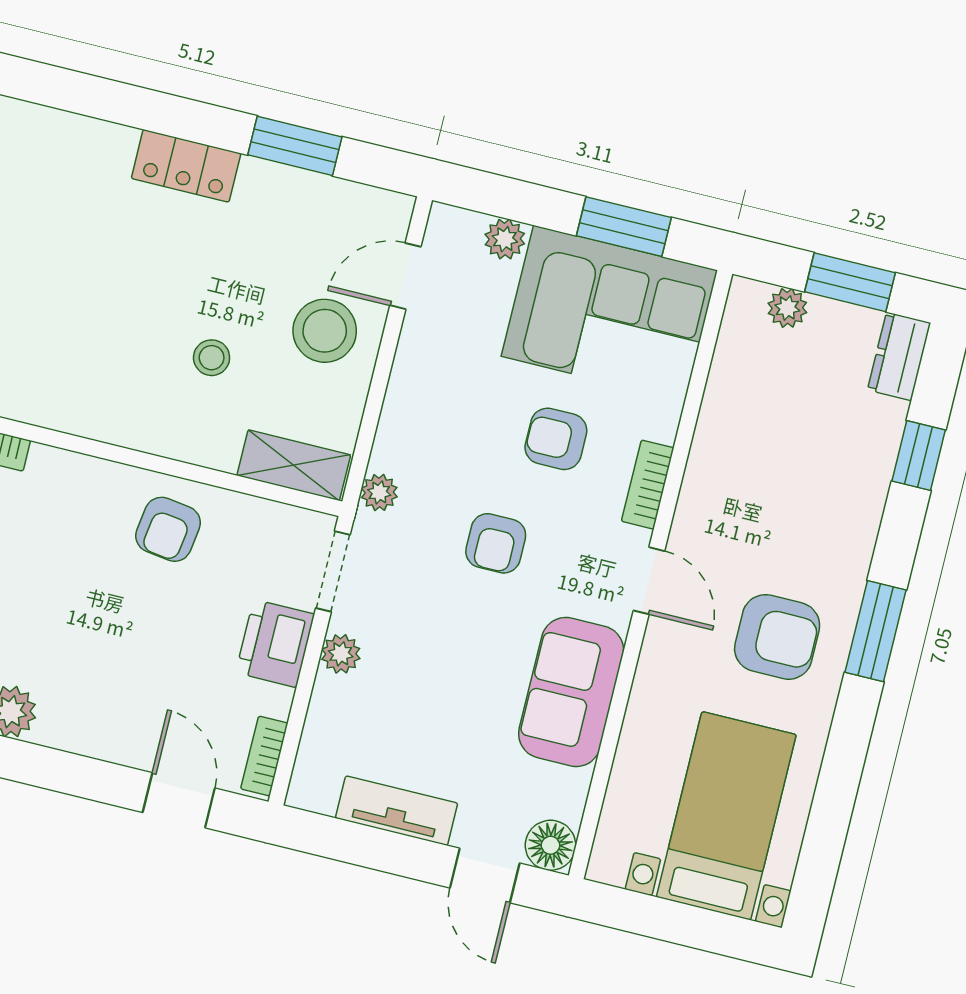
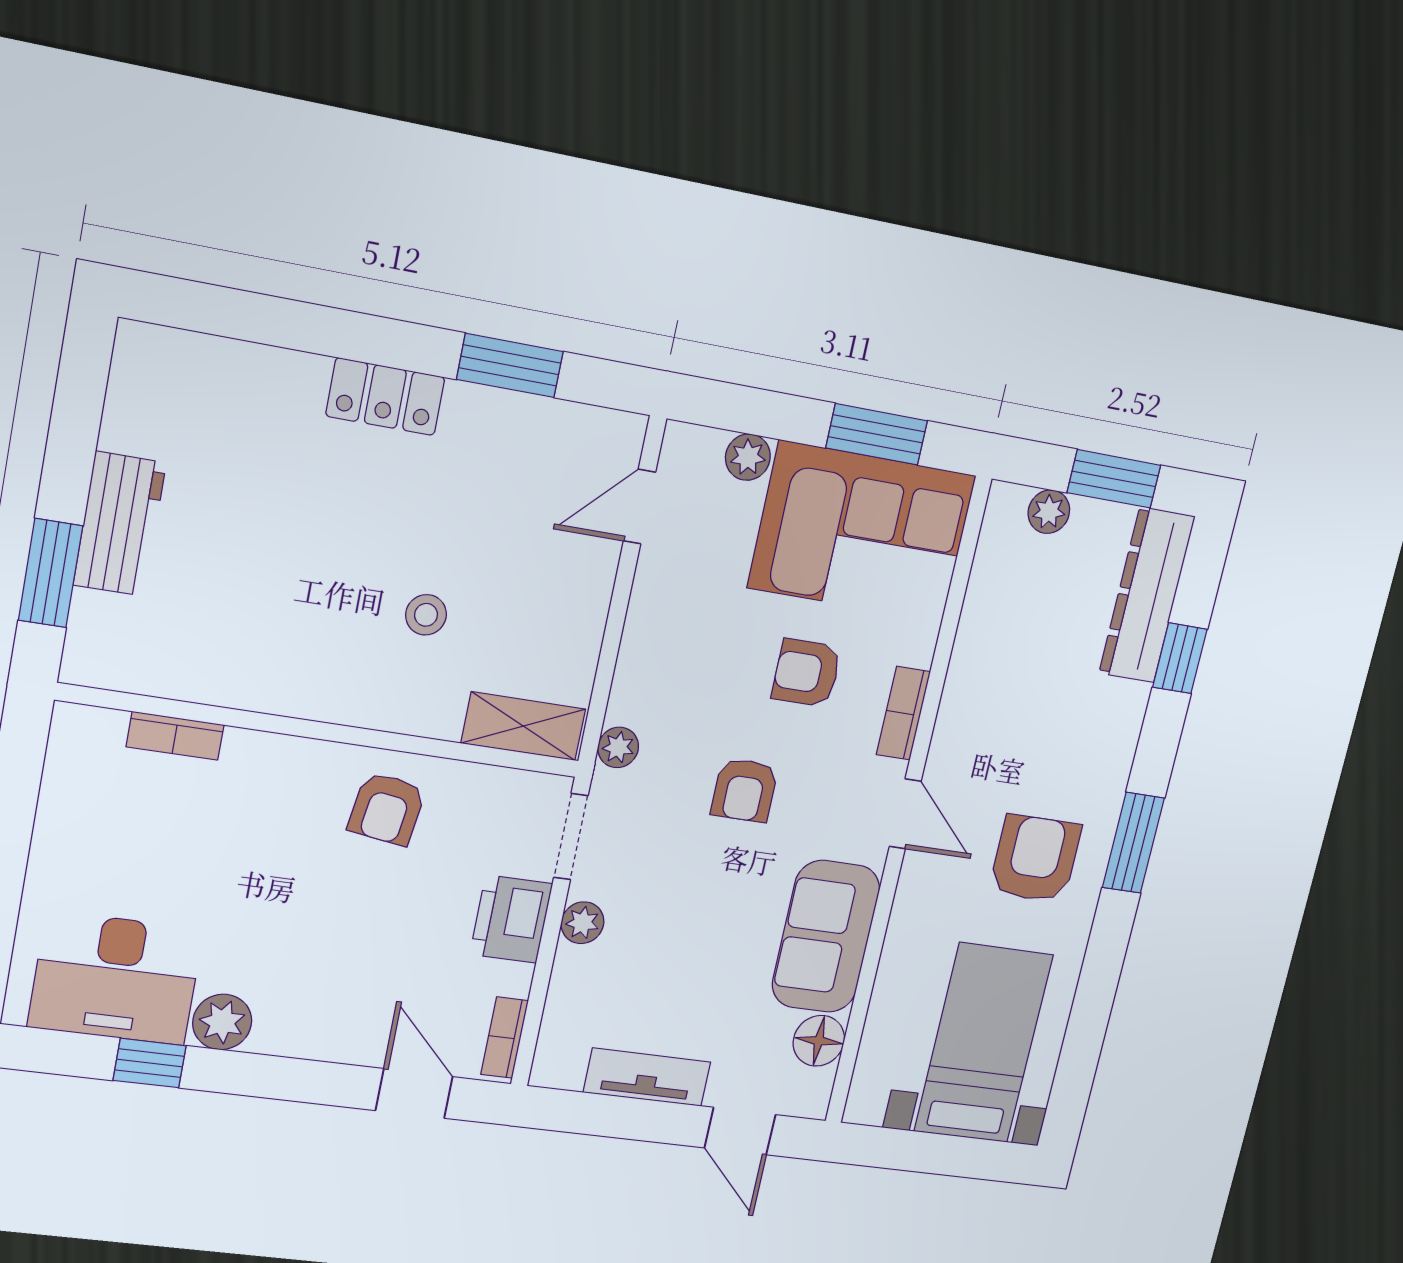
stool: (325, 331) -> (552, 575), removed
dresser: (899, 356) -> (1147, 595), width x1.96, depth x1.24
armchair: (777, 637) -> (1035, 859), turned -90
floor lamp: (550, 845) -> (819, 1041), moved

